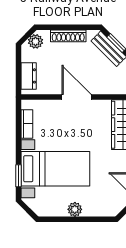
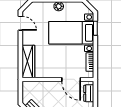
door: (76, 97) -> (71, 79), moved

